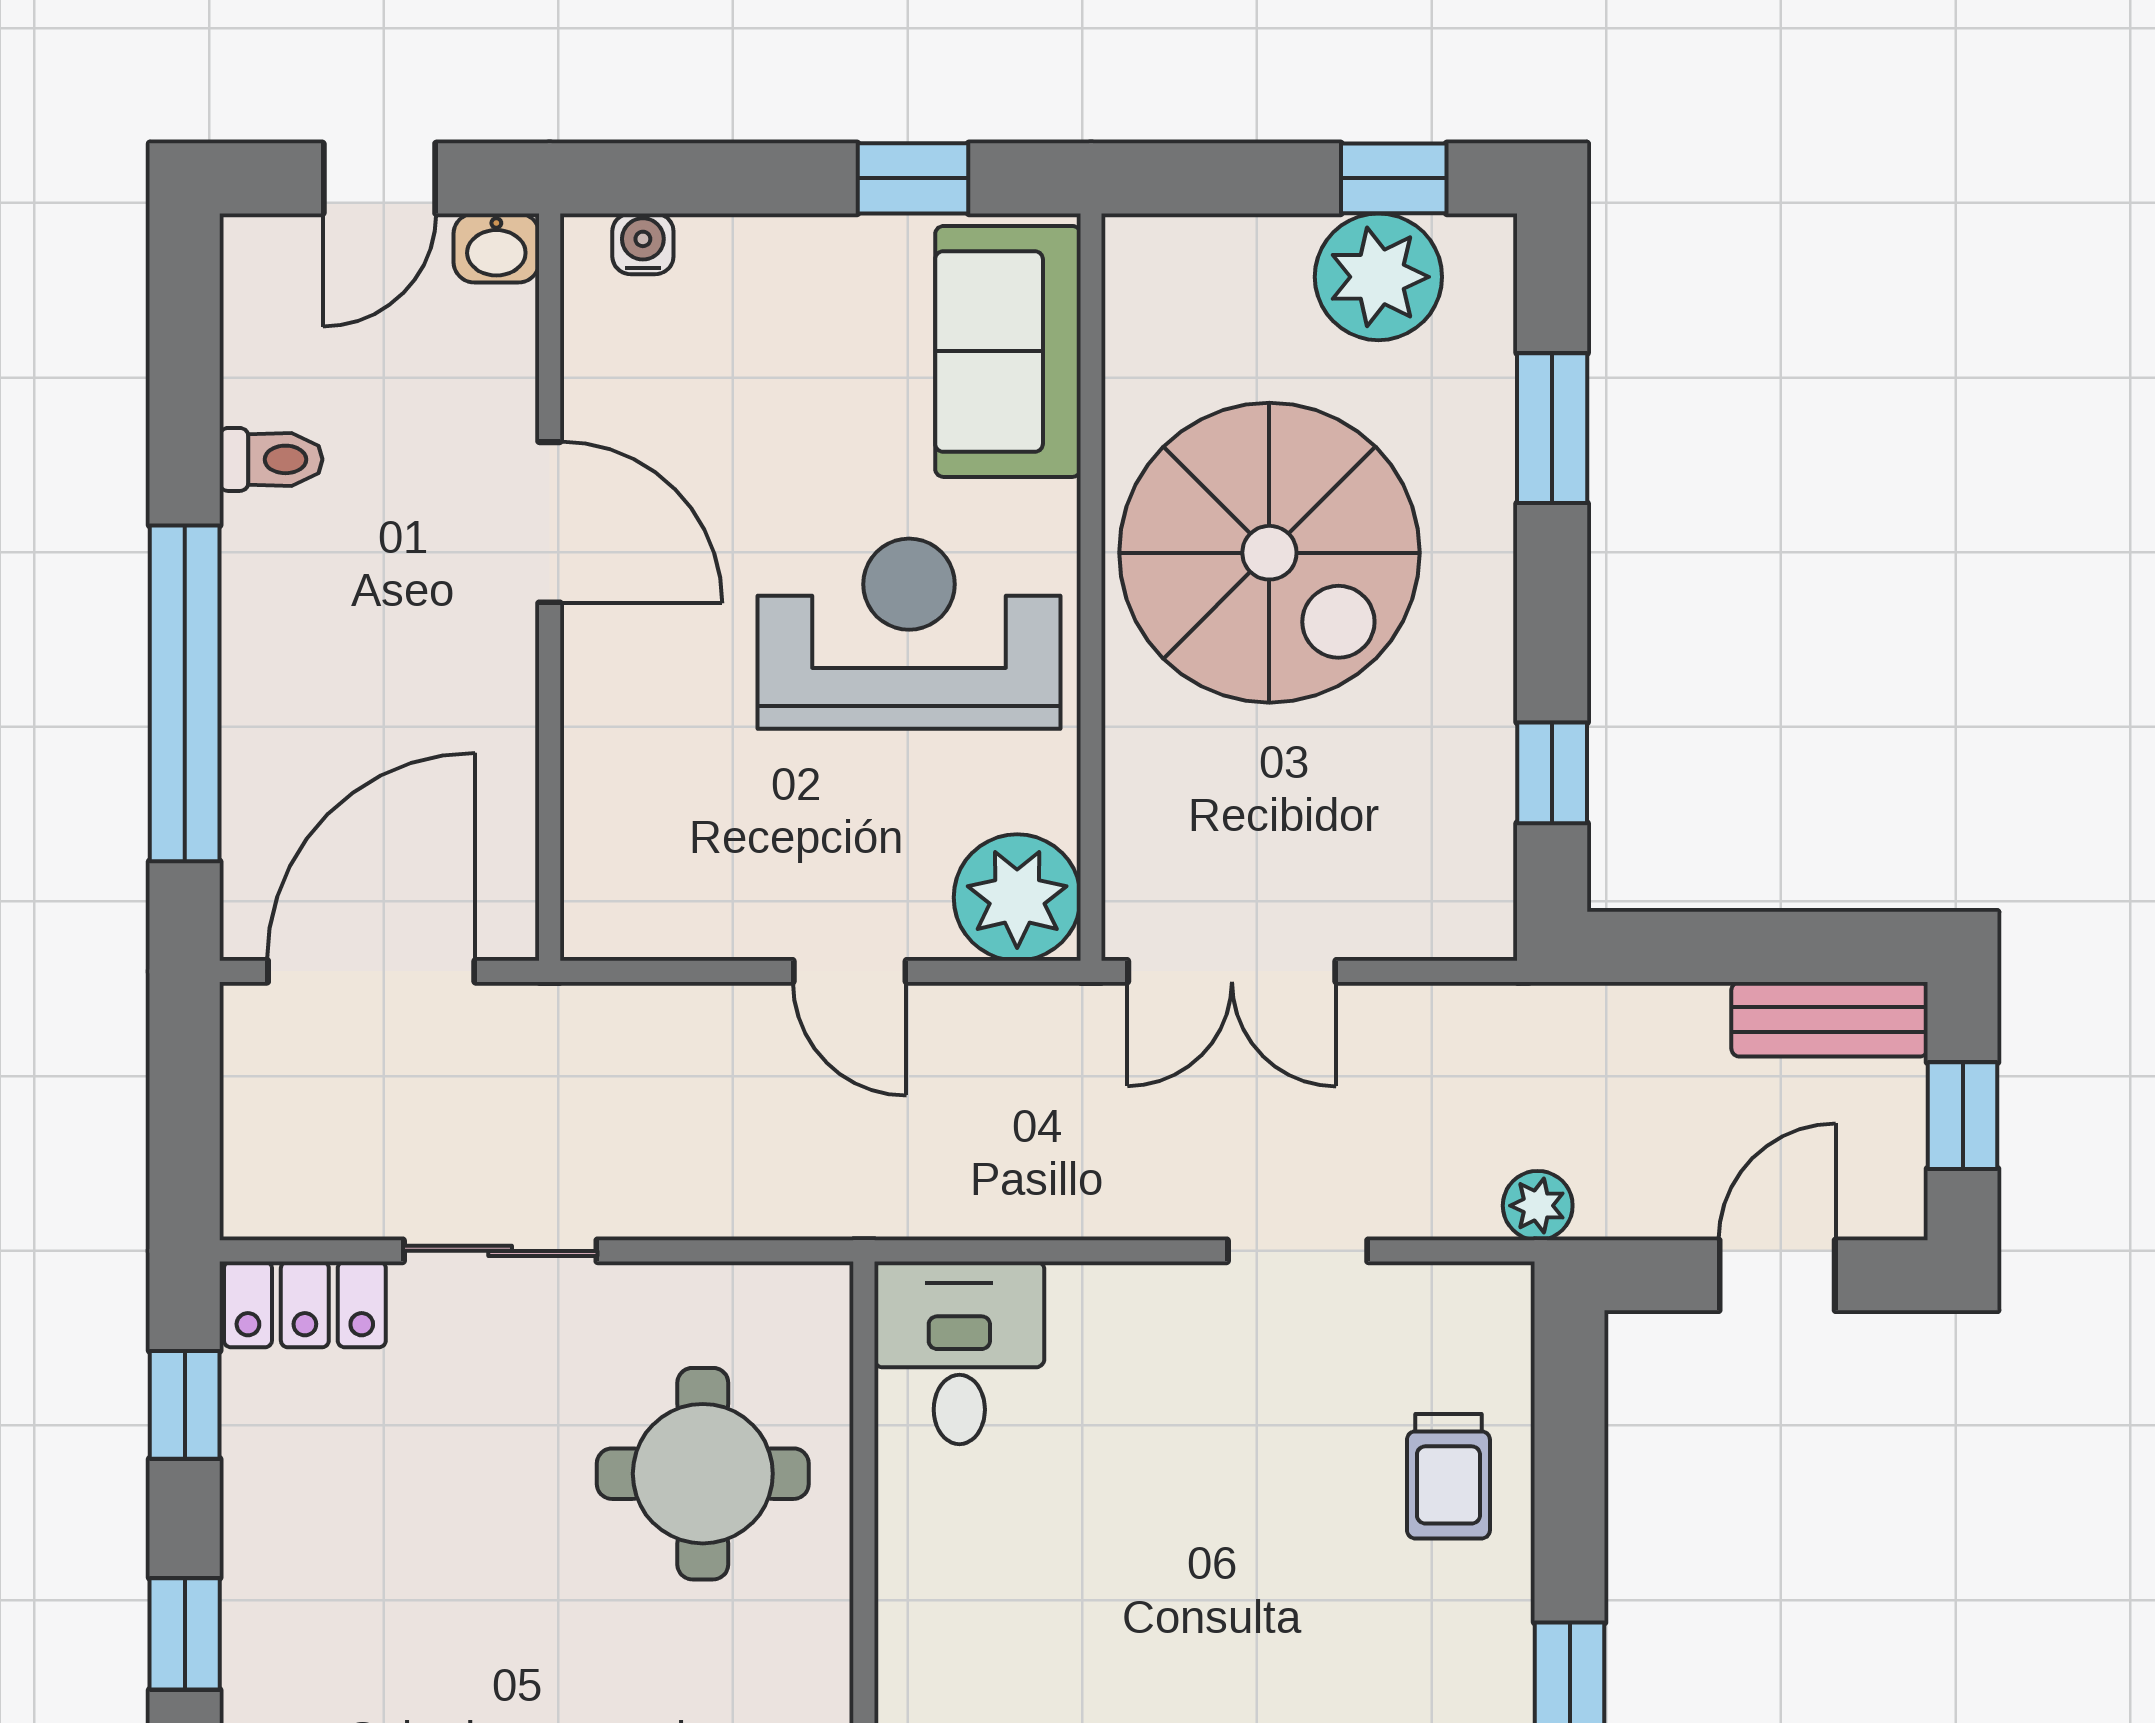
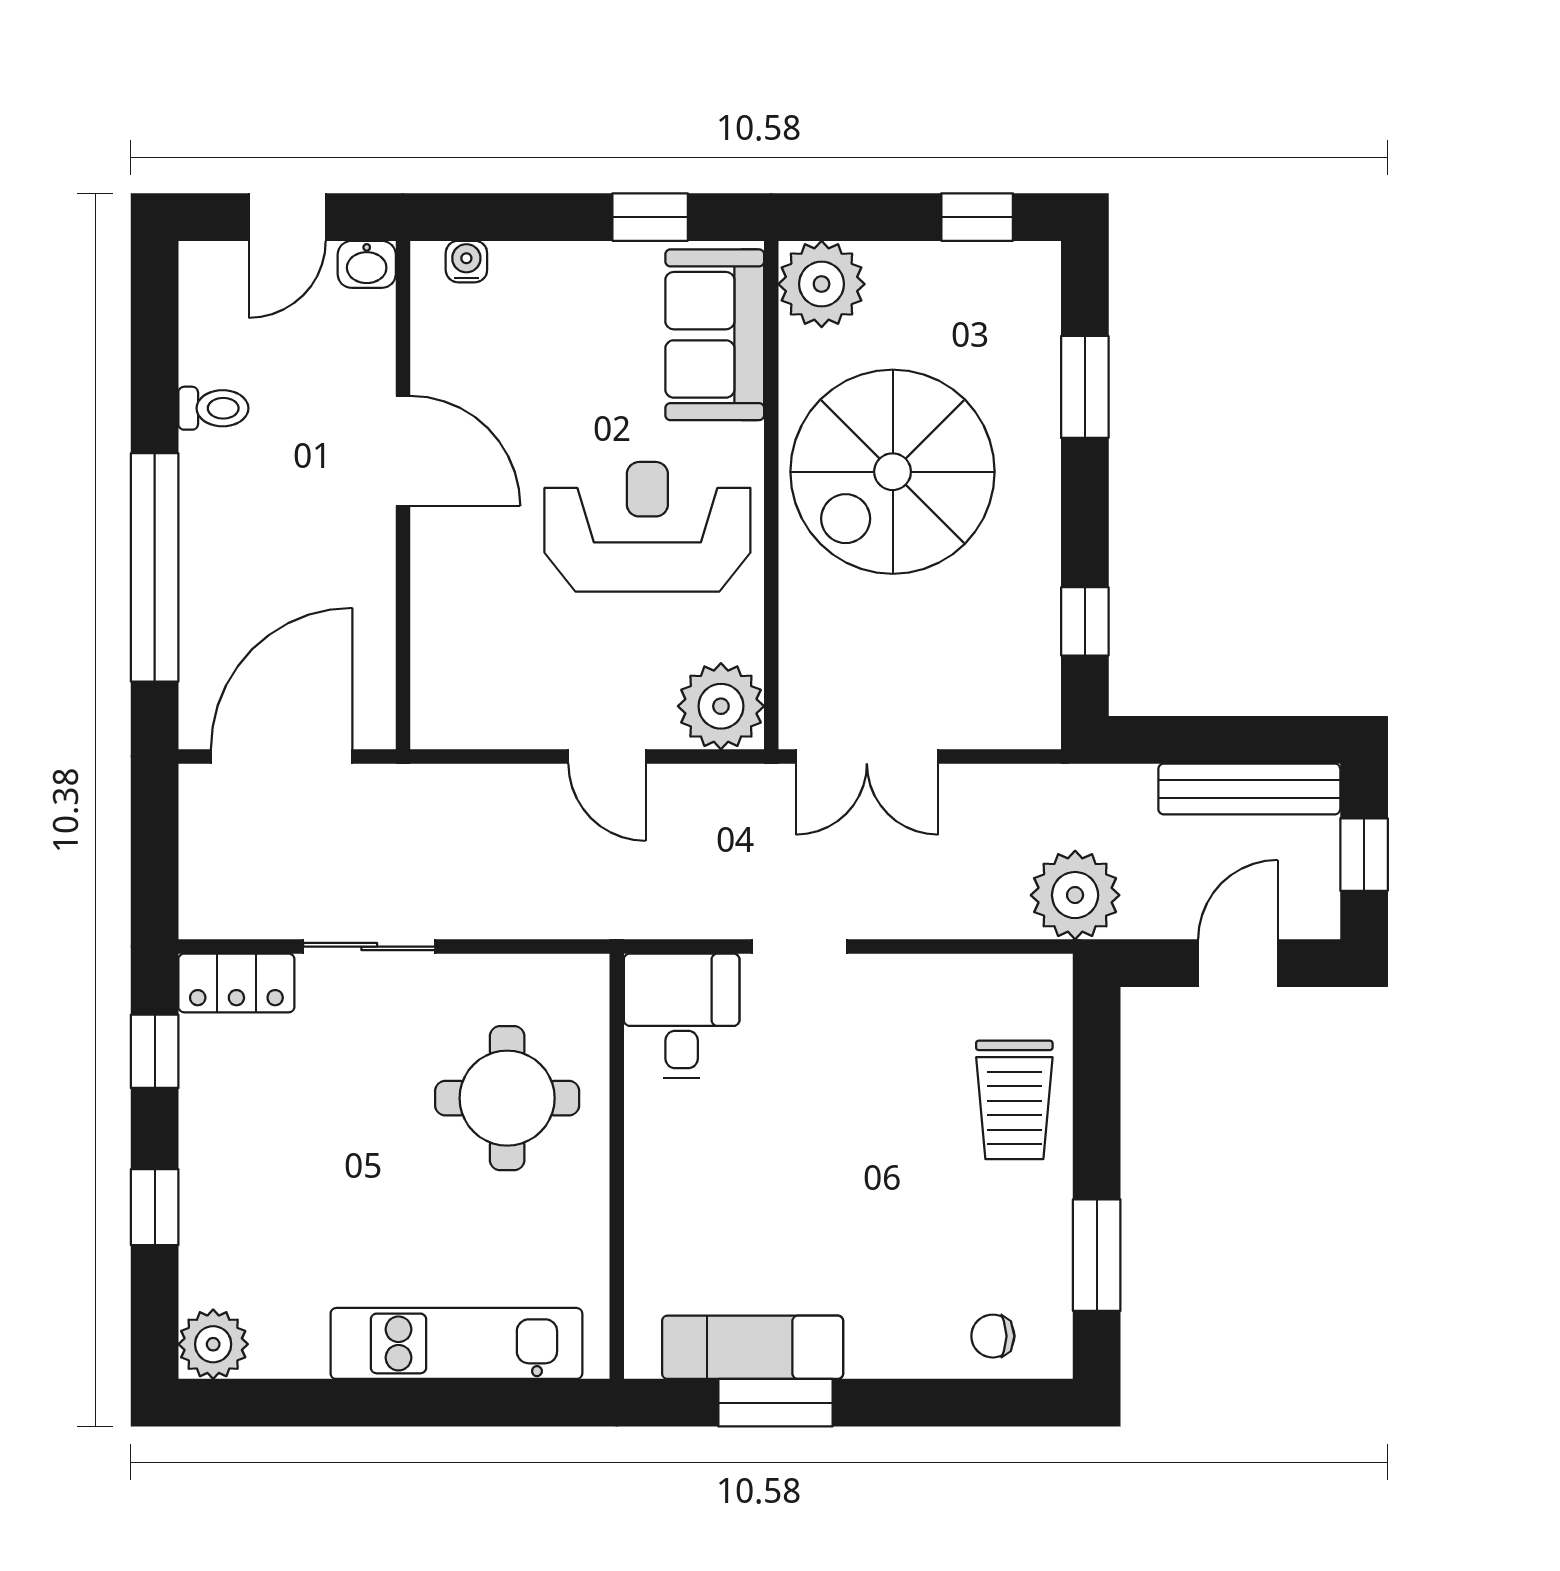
plant: (1378, 277) -> (822, 284), moved
spiral stairs: (1269, 553) -> (893, 472), turned 90
bench: (1830, 1019) -> (1249, 789), width x1.36
plant: (1538, 1206) -> (1075, 895), width x1.87, depth x1.87
doorway: (1298, 1251) -> (799, 947), moved
trolley: (1448, 1476) -> (1014, 1100), width x1.36, depth x1.39

